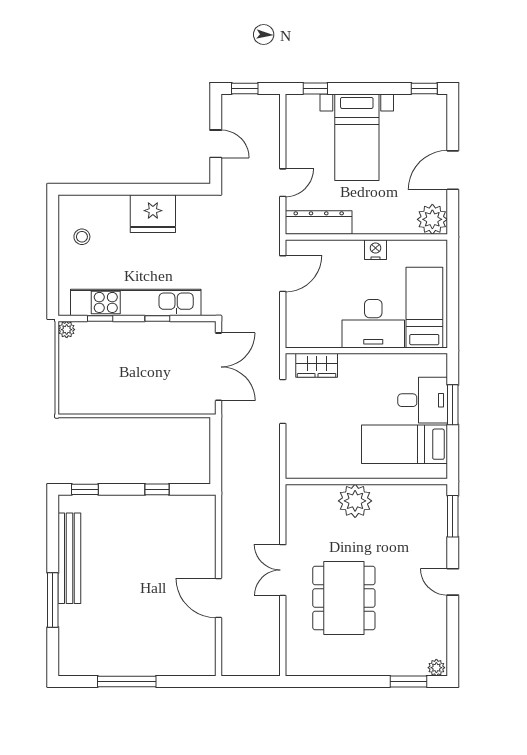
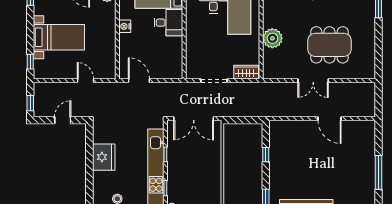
dresser: (319, 223) -> (109, 60), removed
desk: (373, 324) -> (168, 23), width x0.73
wardrobe: (317, 365) -> (246, 72), moved, turned -90
double door: (218, 367) -> (194, 119), swing flipped
door: (218, 598) -> (330, 119), hinge flipped

